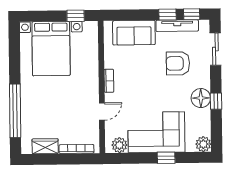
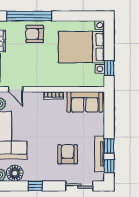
sofa: (134, 33) -> (85, 102), moved, turned -90
floor lamp: (201, 98) -> (15, 173), moved
armchair: (36, 104) -> (35, 34), added
door: (102, 111) -> (15, 89), moved

